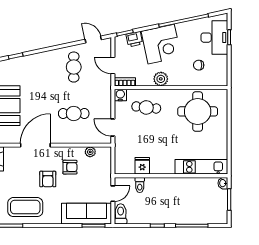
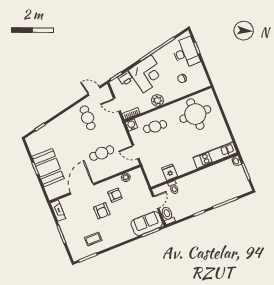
coffee table: (25, 207) -> (93, 239), width x0.54, depth x0.58
sofa: (86, 214) -> (147, 223), width x0.73

